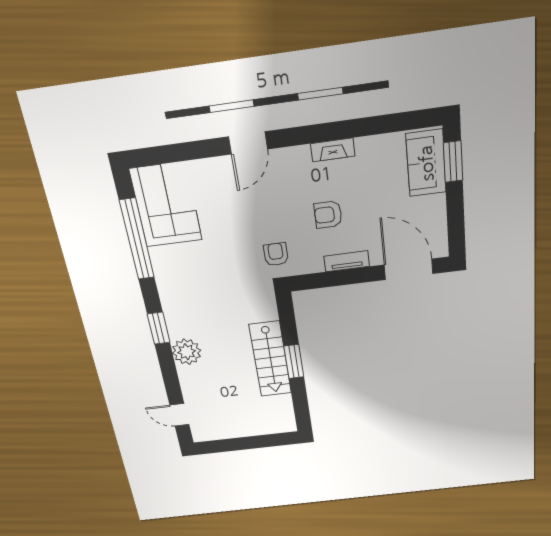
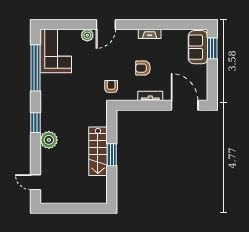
plant: (217, 168) -> (87, 35), added

